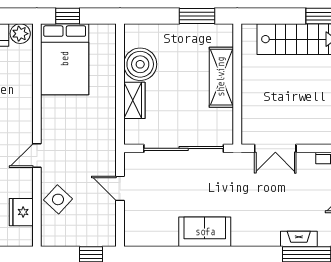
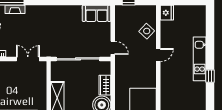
door: (120, 188) -> (113, 48), moved
fridge: (21, 212) -> (167, 13), moved
sofa: (205, 232) -> (97, 13), moved

